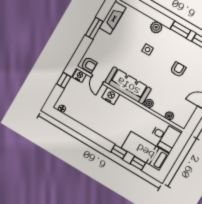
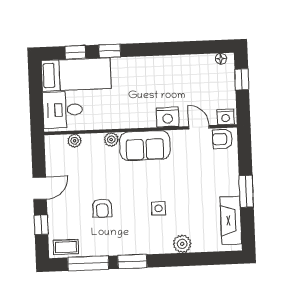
plant: (156, 27) -> (182, 244), moved
window: (64, 80) -> (242, 79), moved
sofa: (128, 86) -> (145, 146), width x0.73

